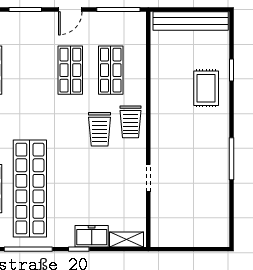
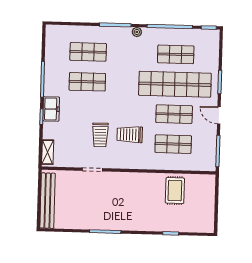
bench: (191, 21) -> (48, 201), moved
shop shelf: (30, 70) -> (175, 84), added
rug: (206, 88) -> (175, 191), moved, turned 90
trolley: (131, 122) -> (100, 135), moved, turned -90
shop shelf: (30, 189) -> (87, 82), width x0.50, depth x0.74
freezer: (92, 236) -> (51, 109), moved

